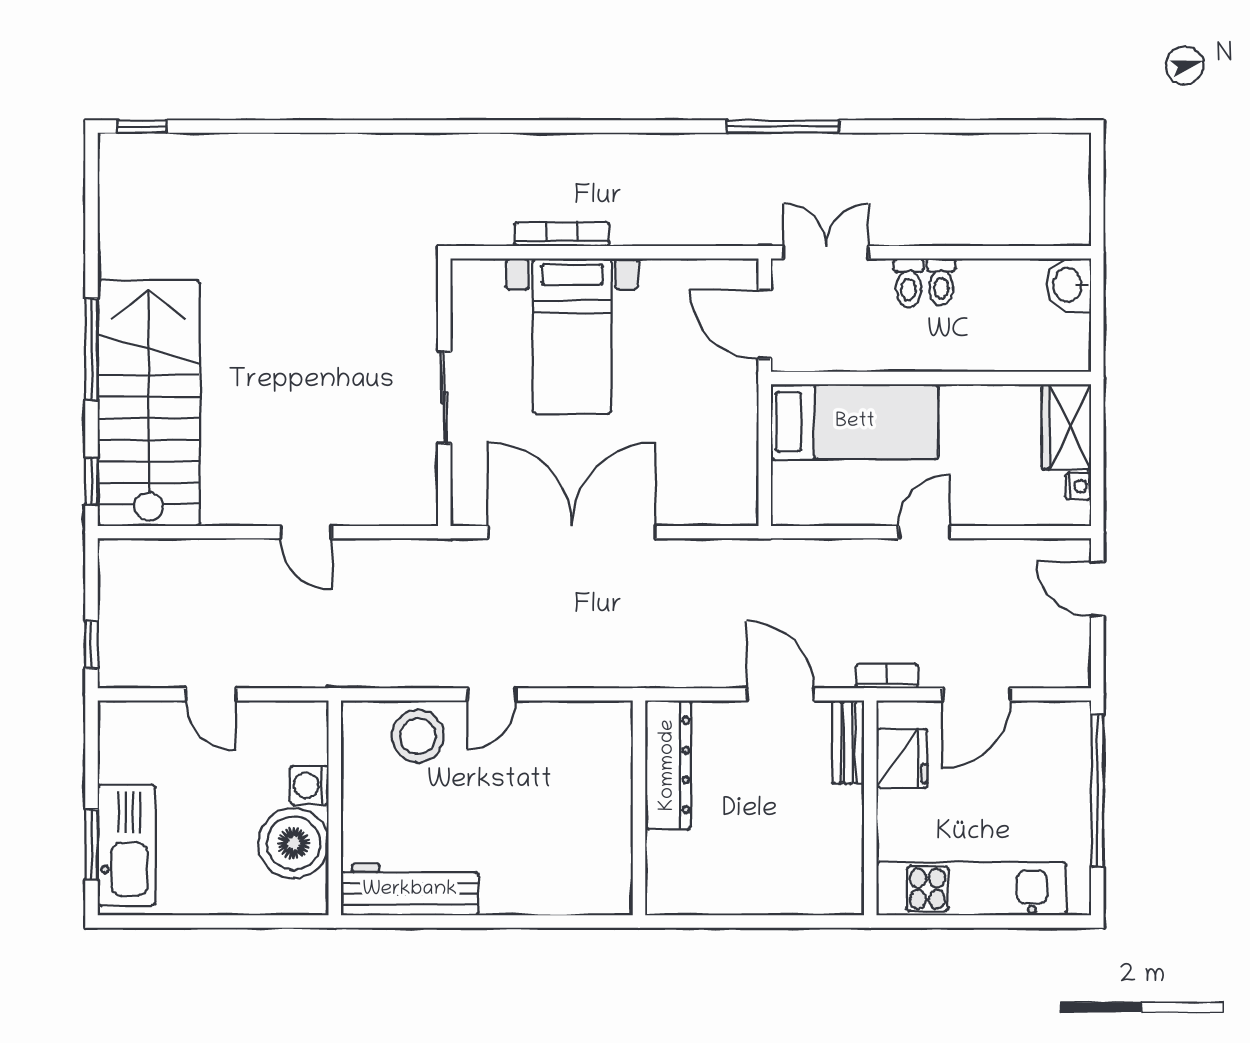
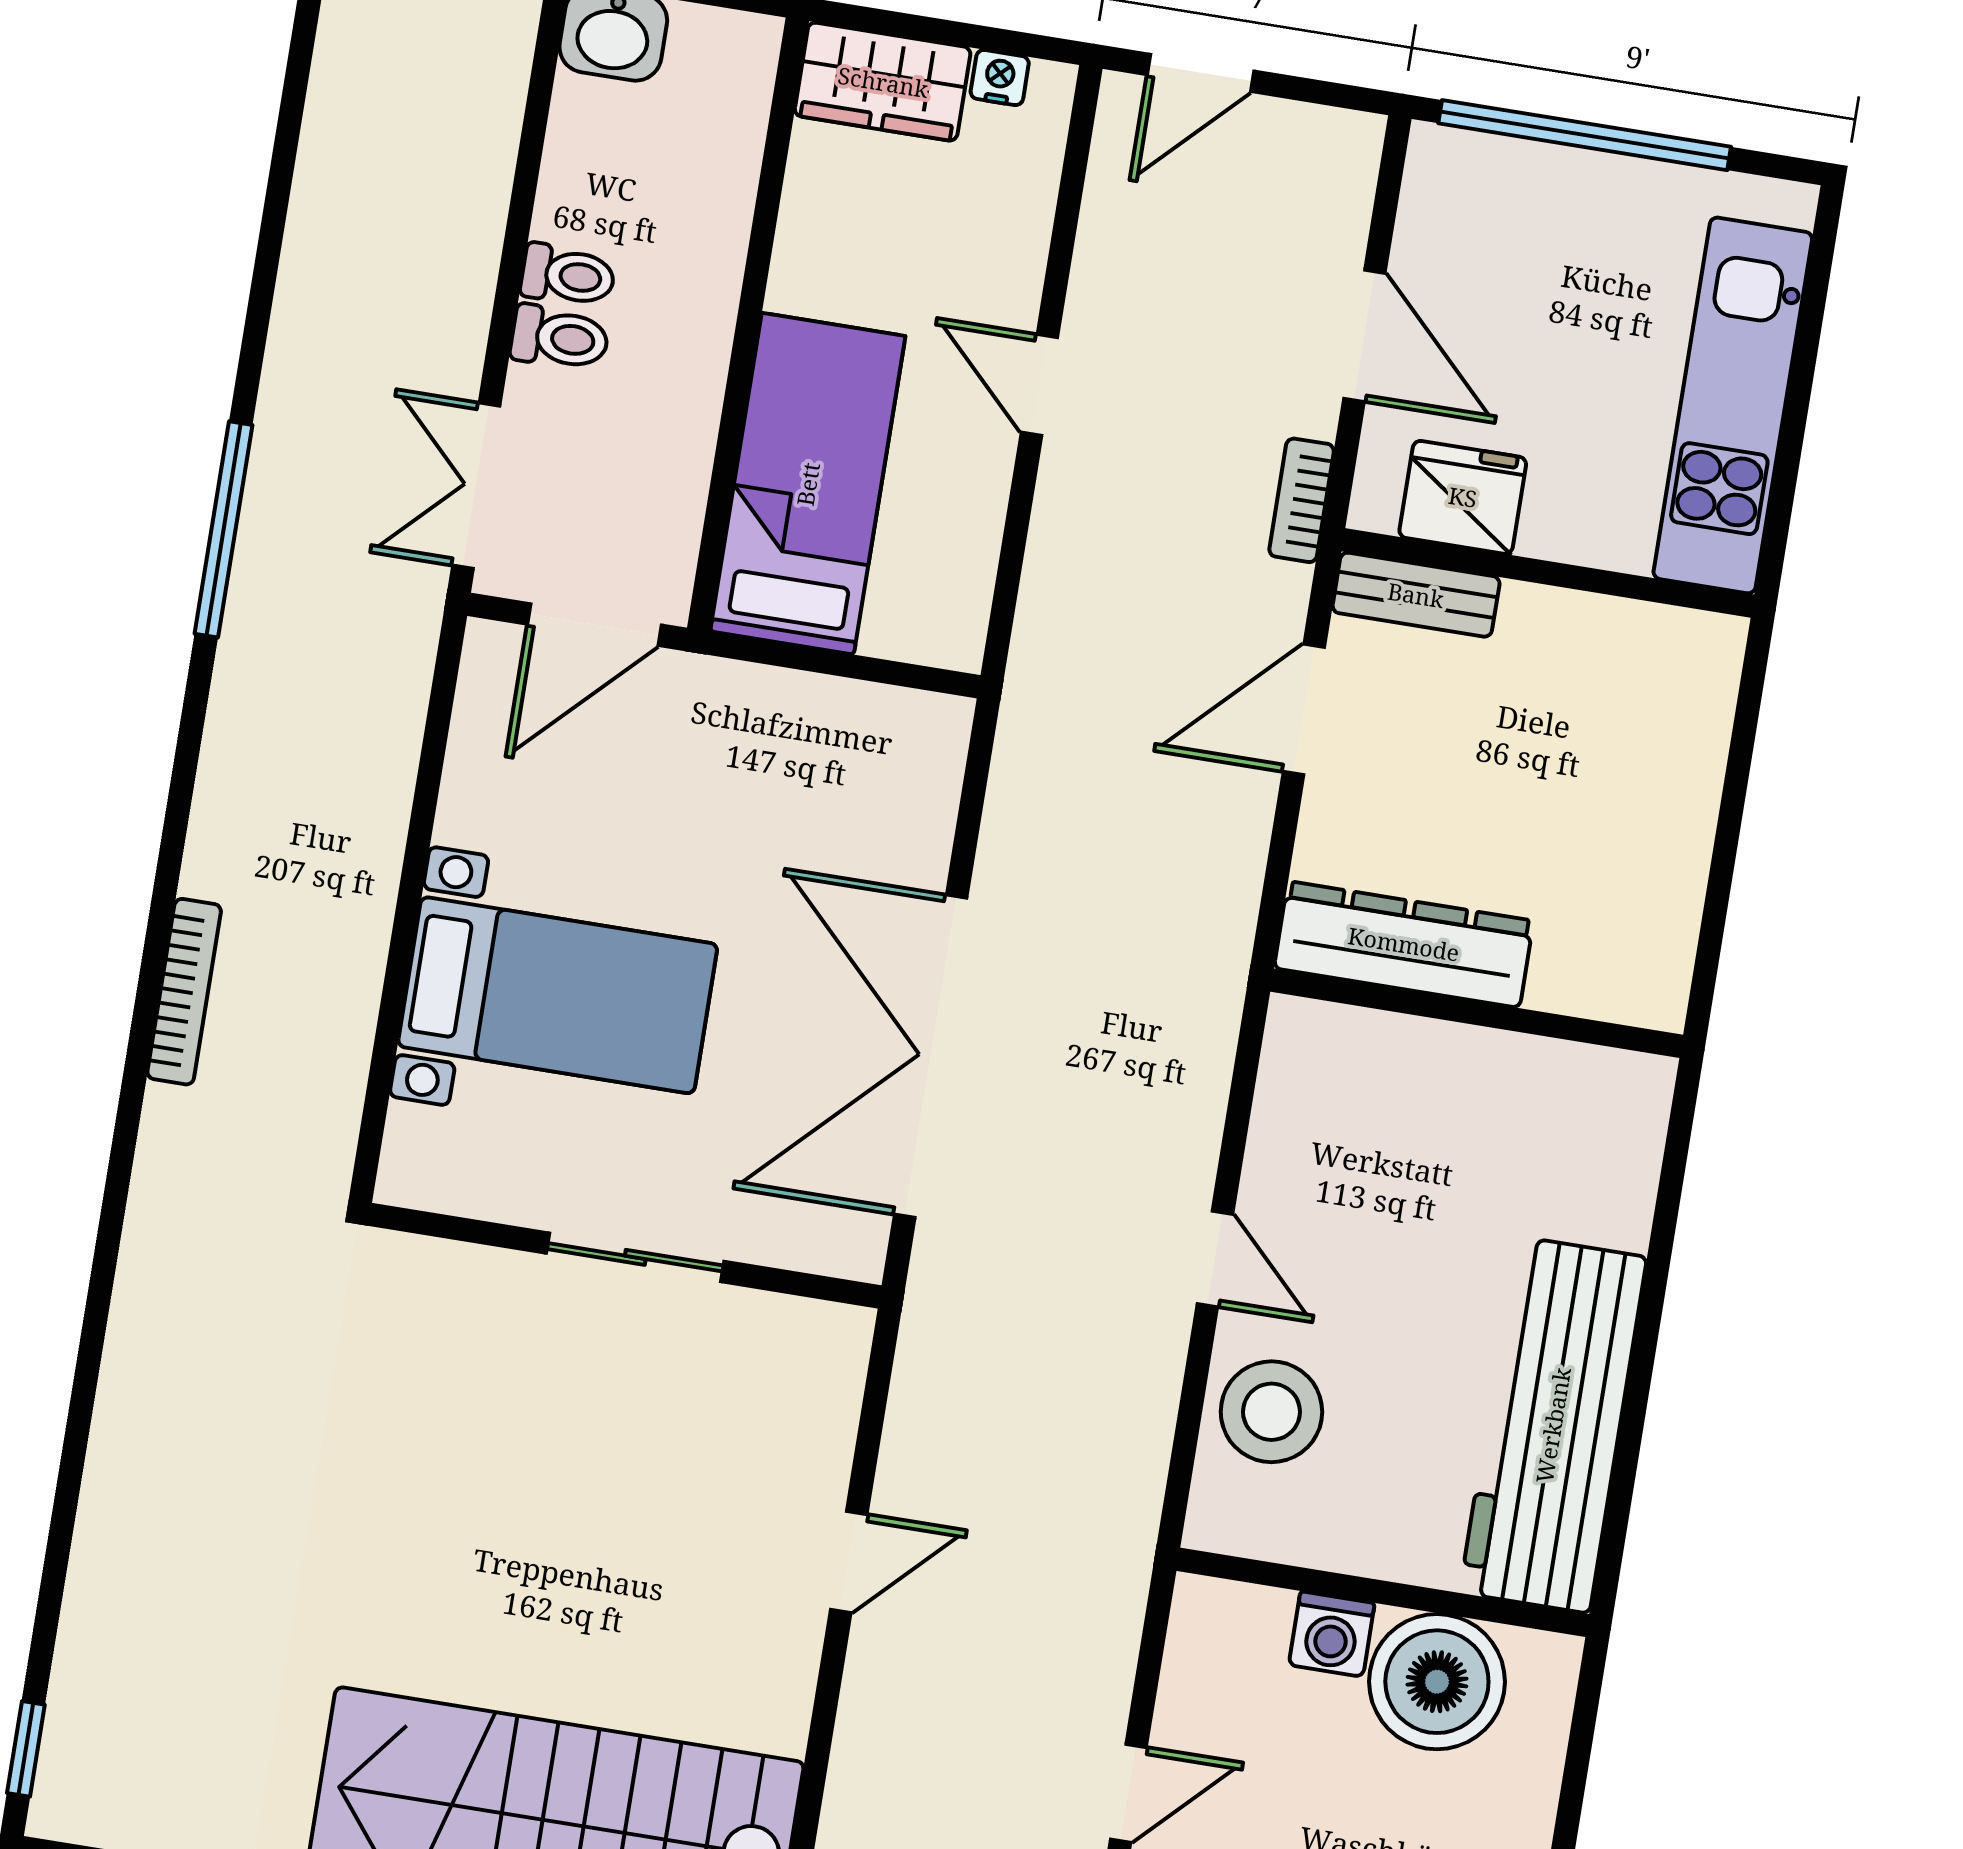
bookcase: (562, 234) -> (184, 992), moved, turned 180
workbench: (410, 890) -> (1553, 1425), width x1.36, depth x1.32

